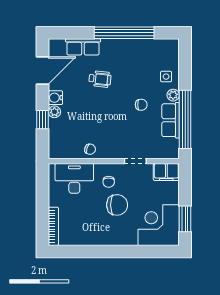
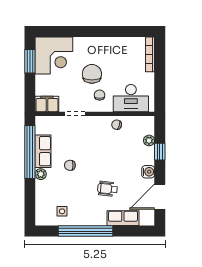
side table: (166, 77) -> (62, 211), moved
plant: (54, 112) -> (149, 140), moved
chair: (117, 205) -> (92, 74), turned 90

